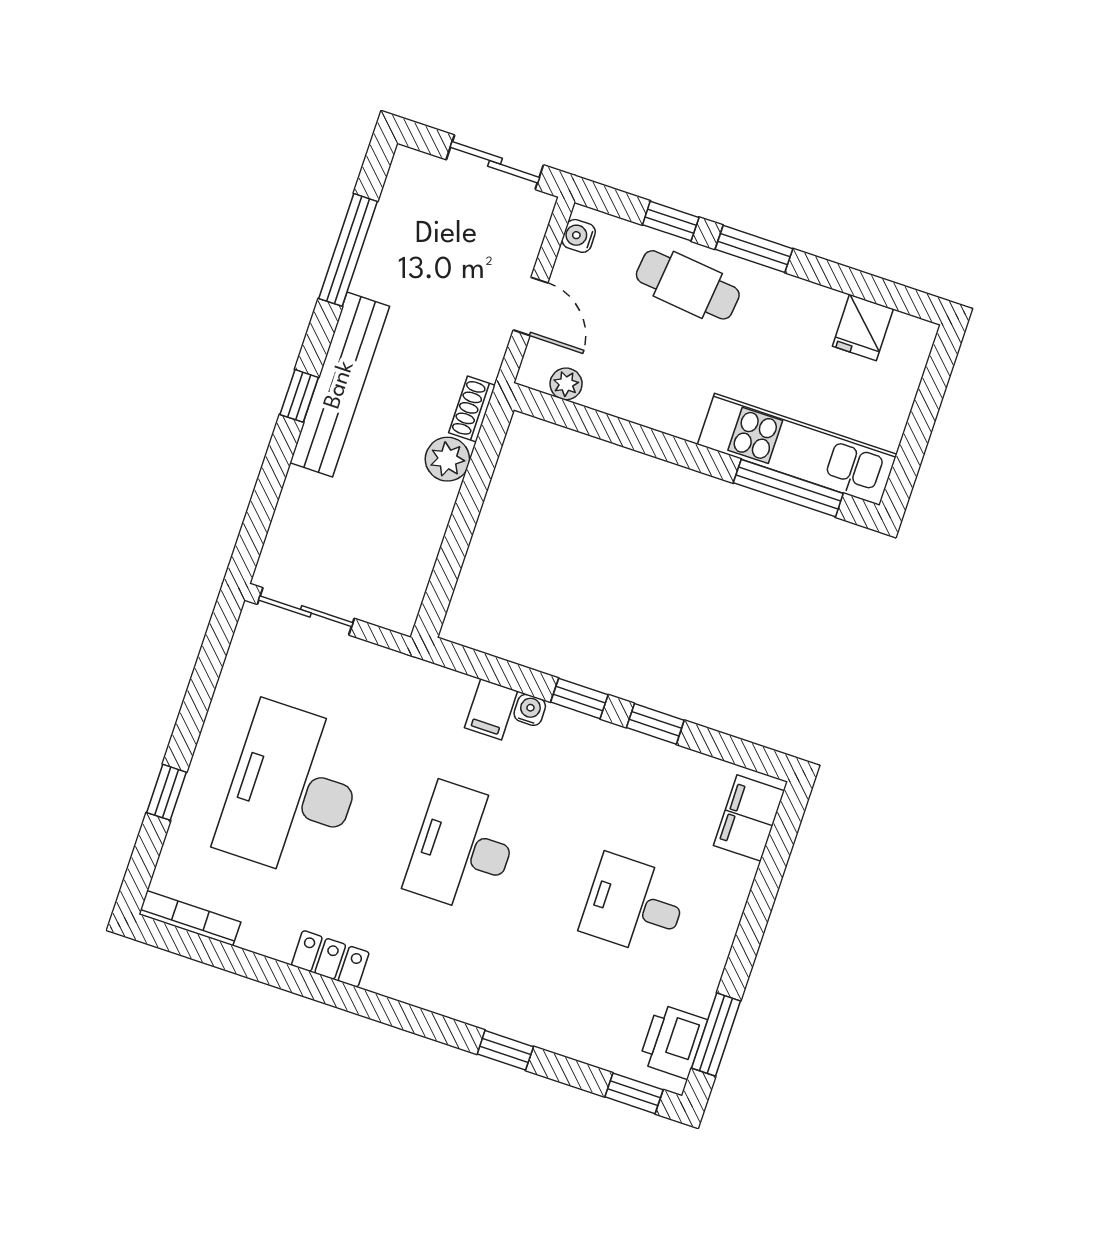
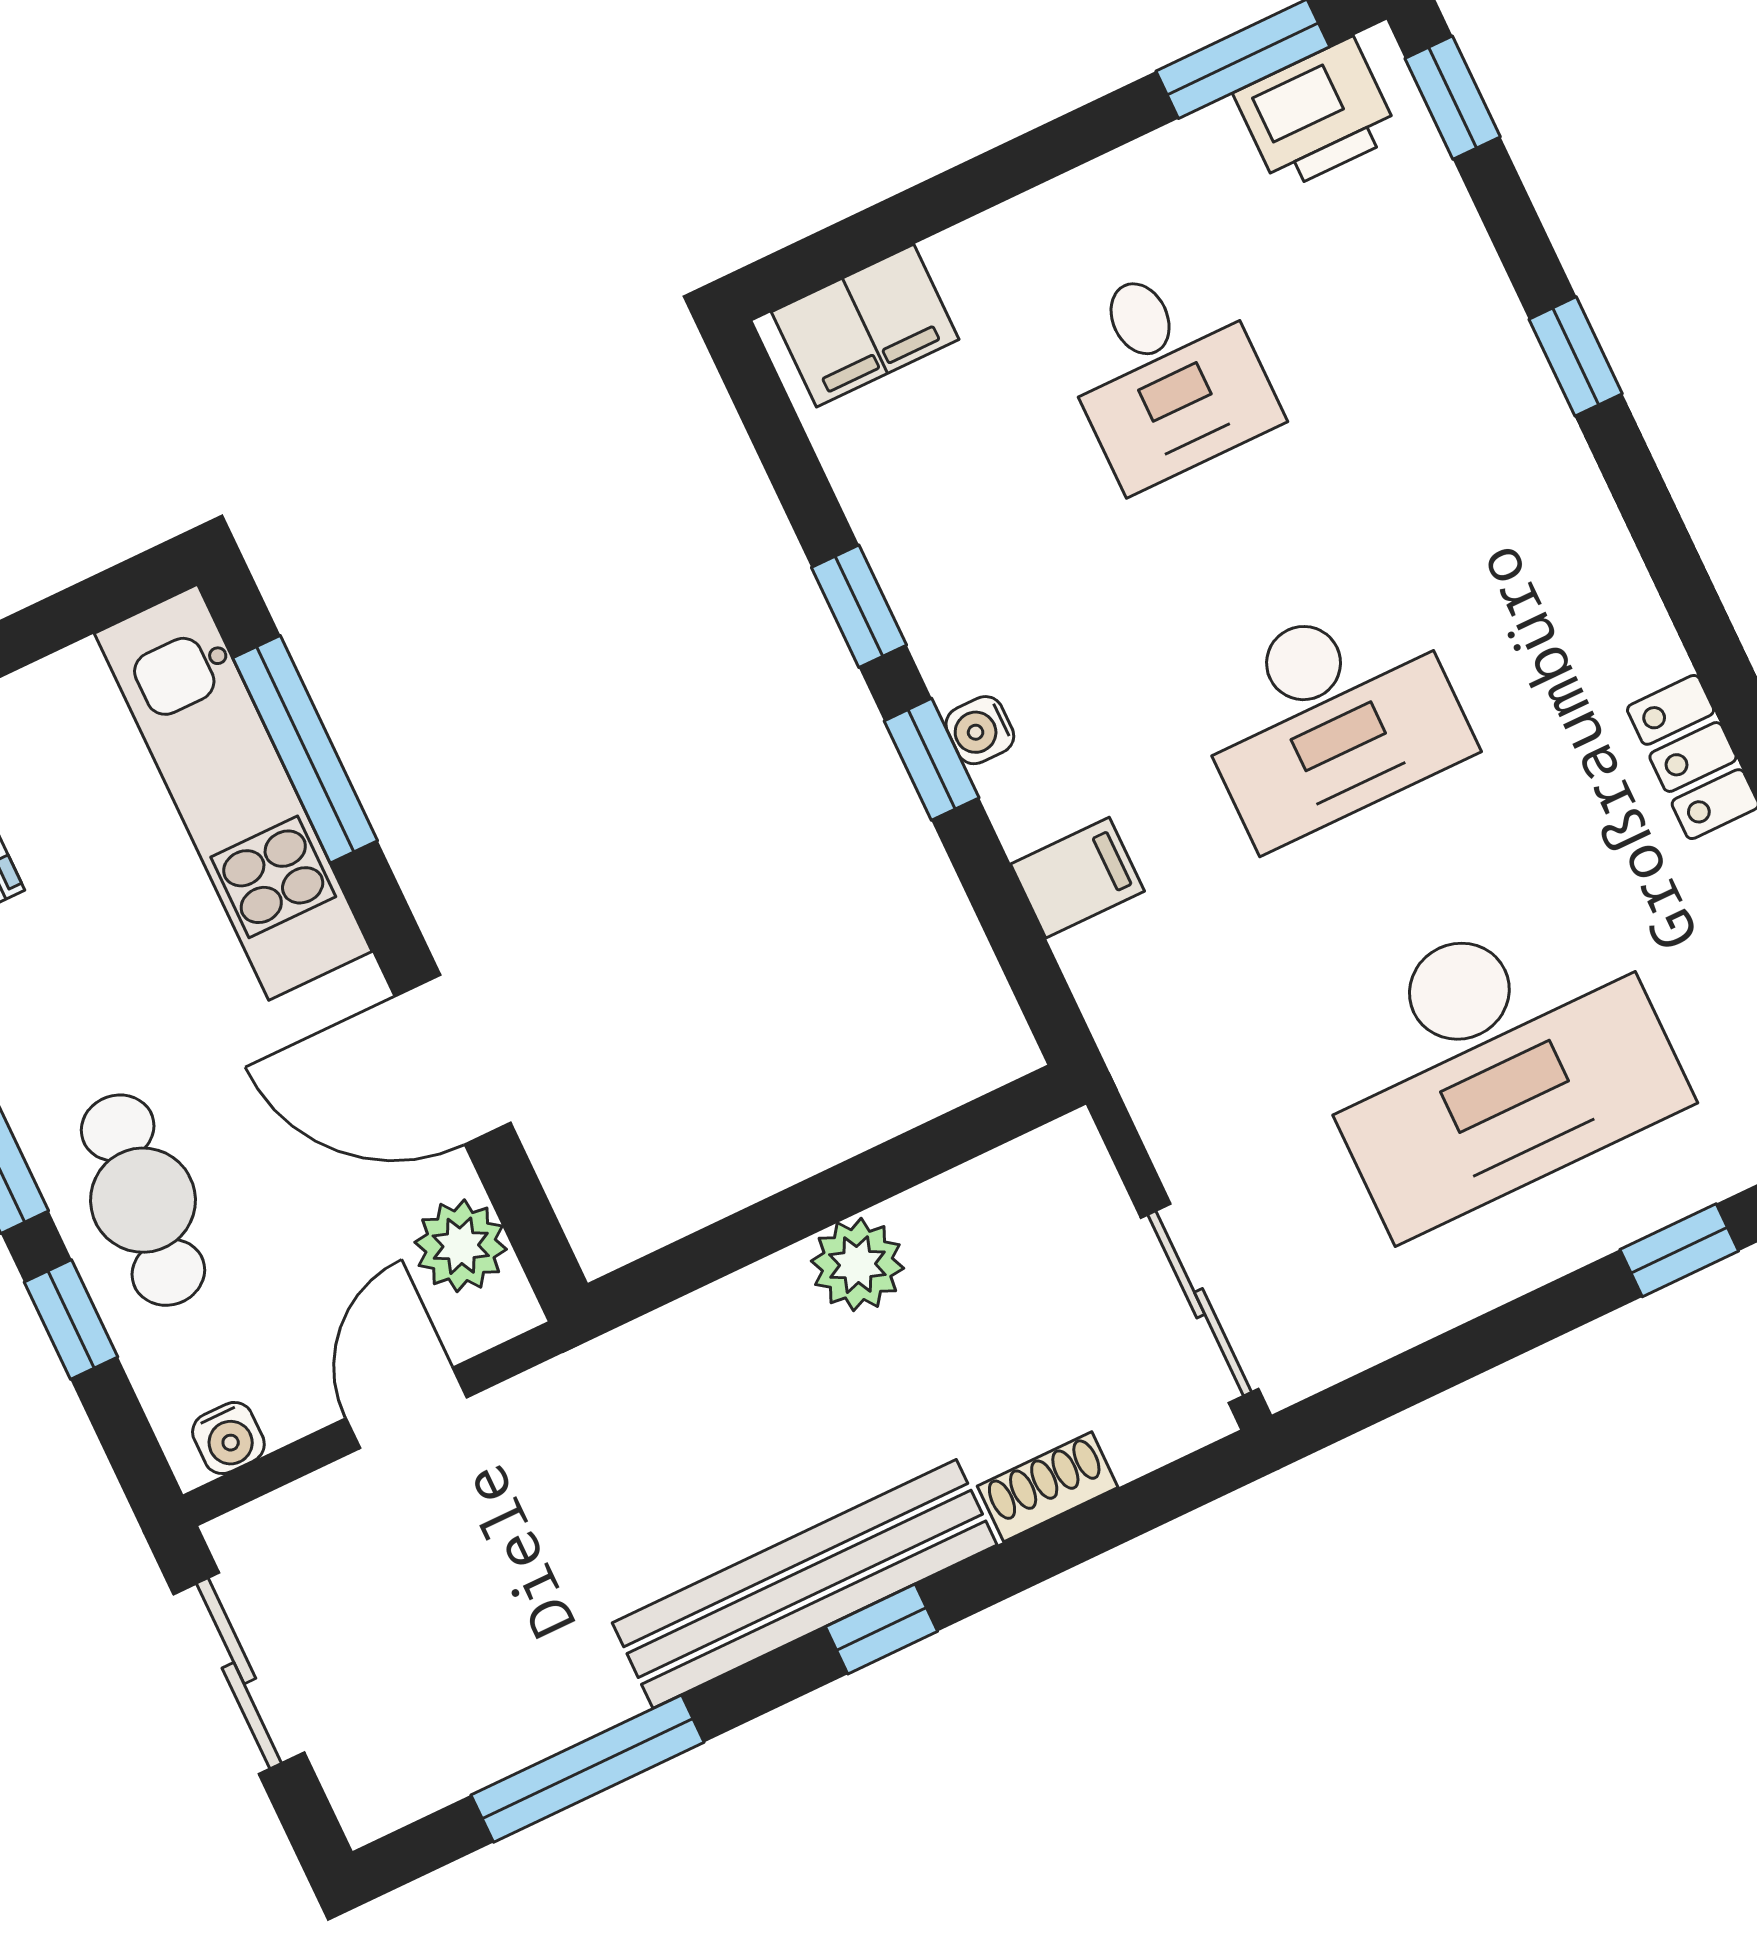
plant: (566, 384) -> (461, 1246), width x1.38, depth x1.38
shoe rack: (472, 409) -> (1048, 1487), moved, turned 180
door: (634, 437) -> (453, 1060), added
plant: (447, 459) -> (857, 1265), moved
water cooler: (530, 710) -> (980, 730), moved

